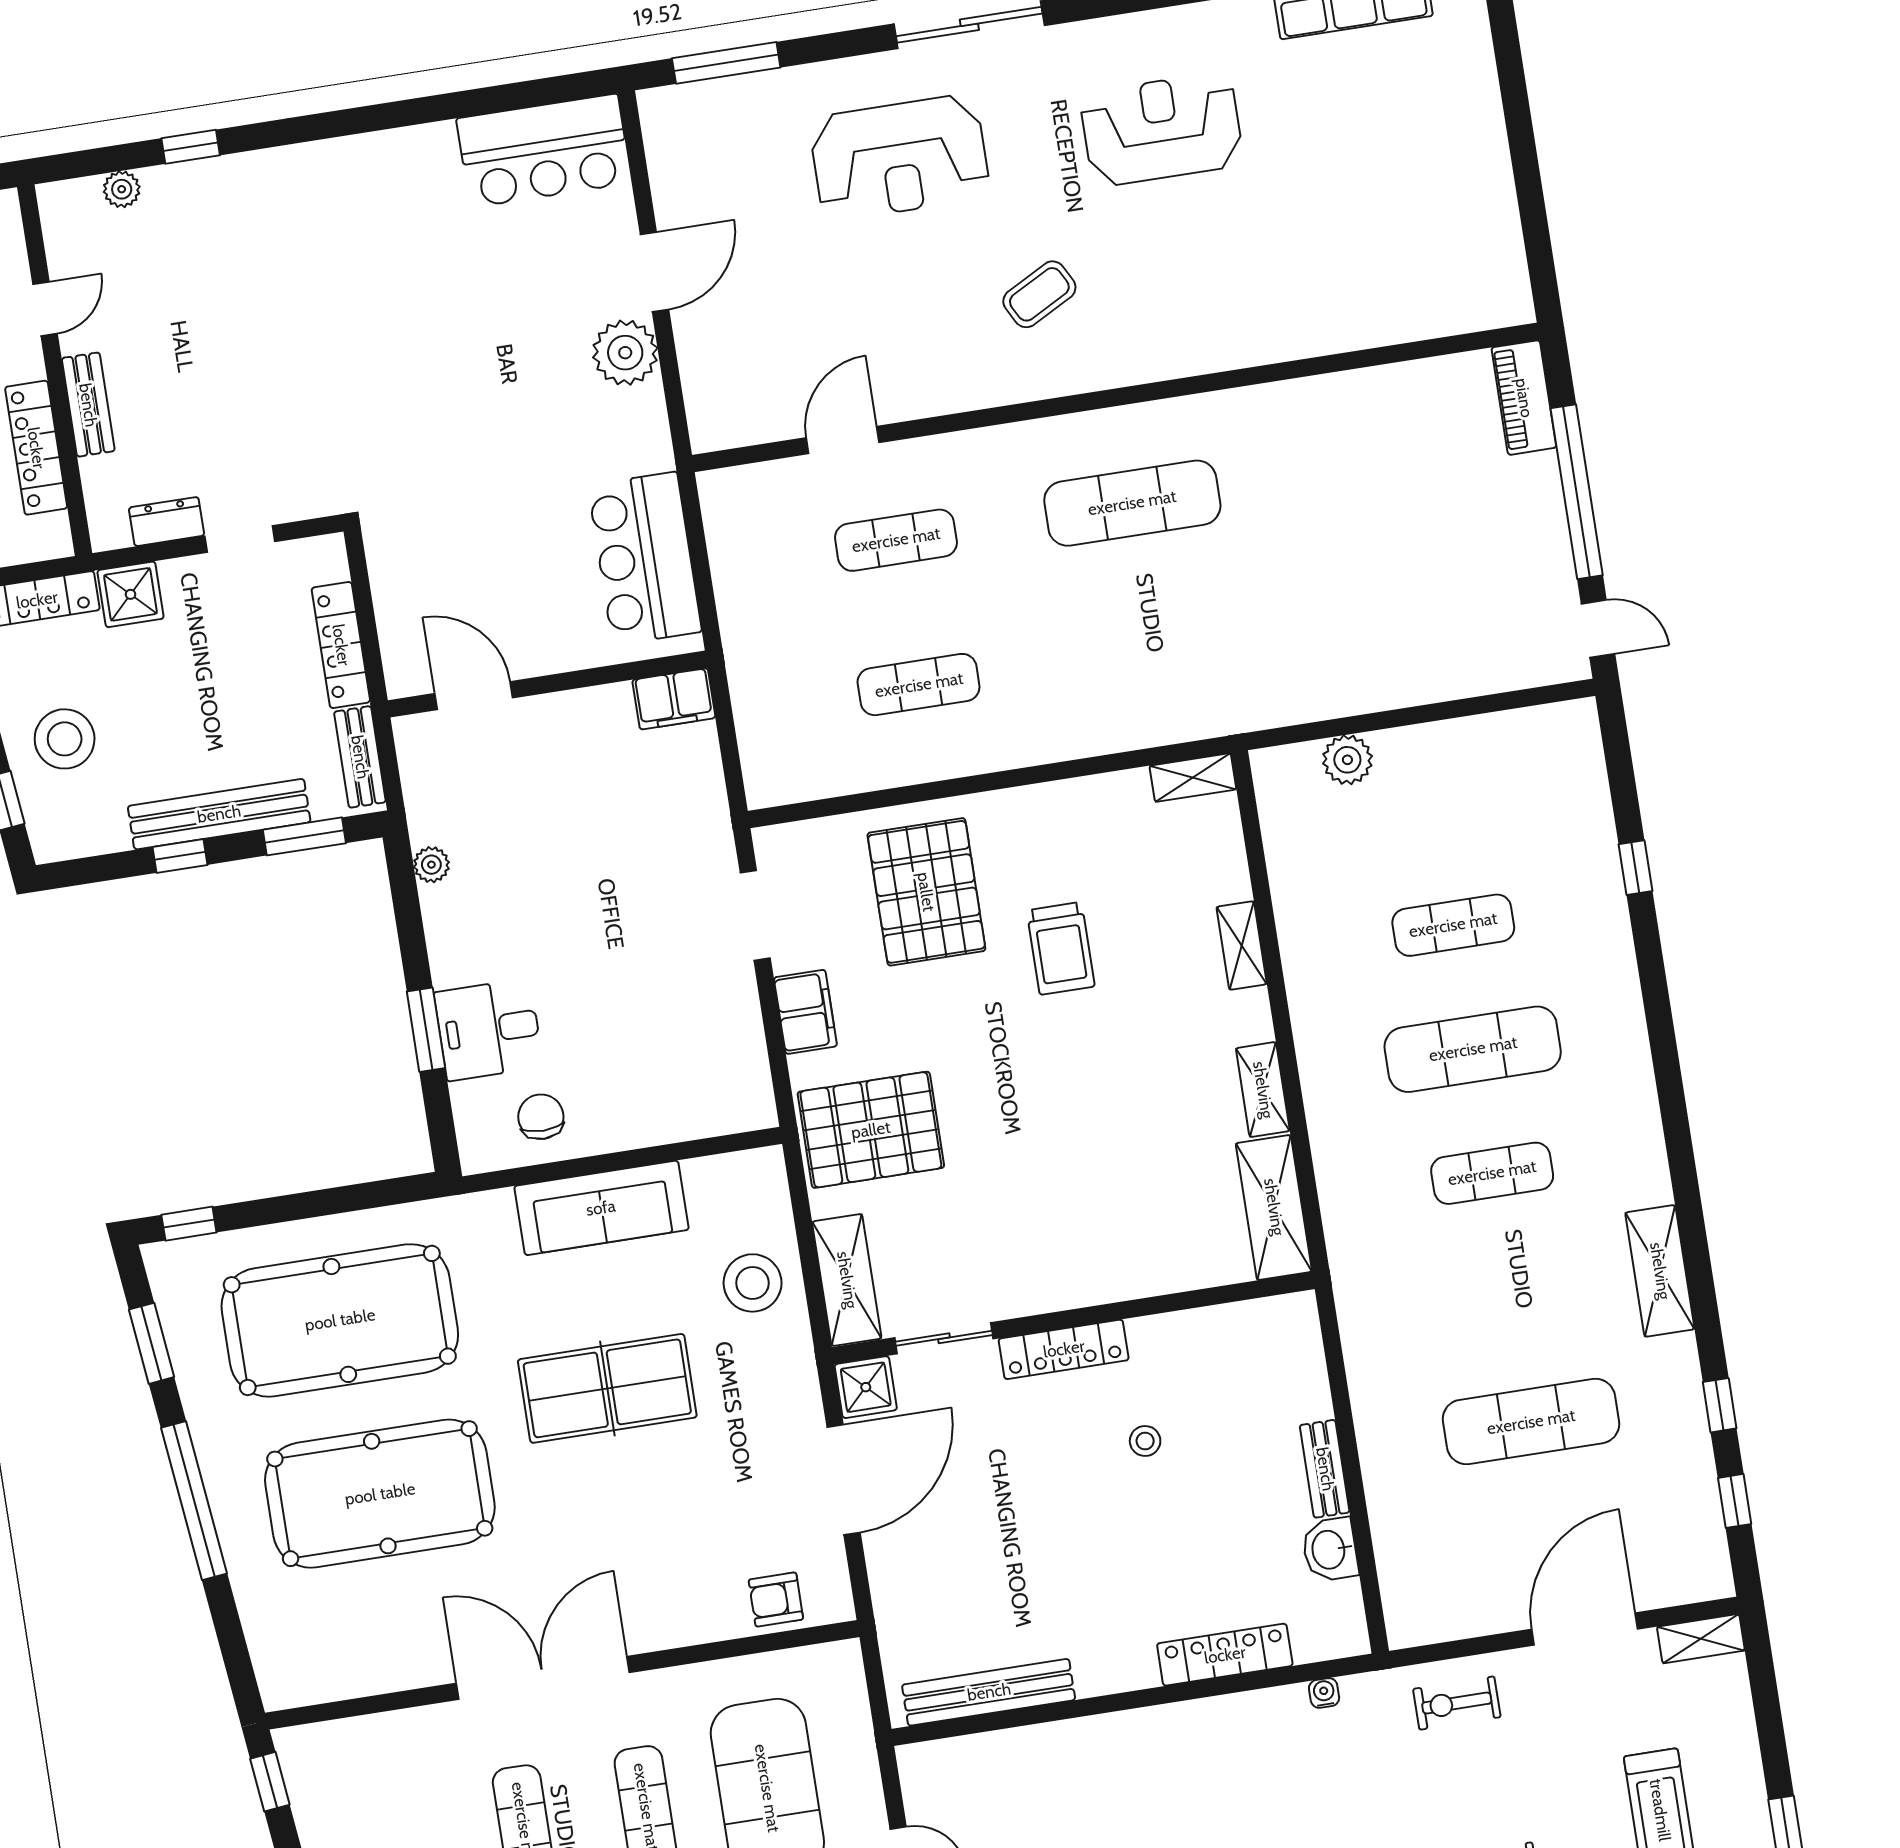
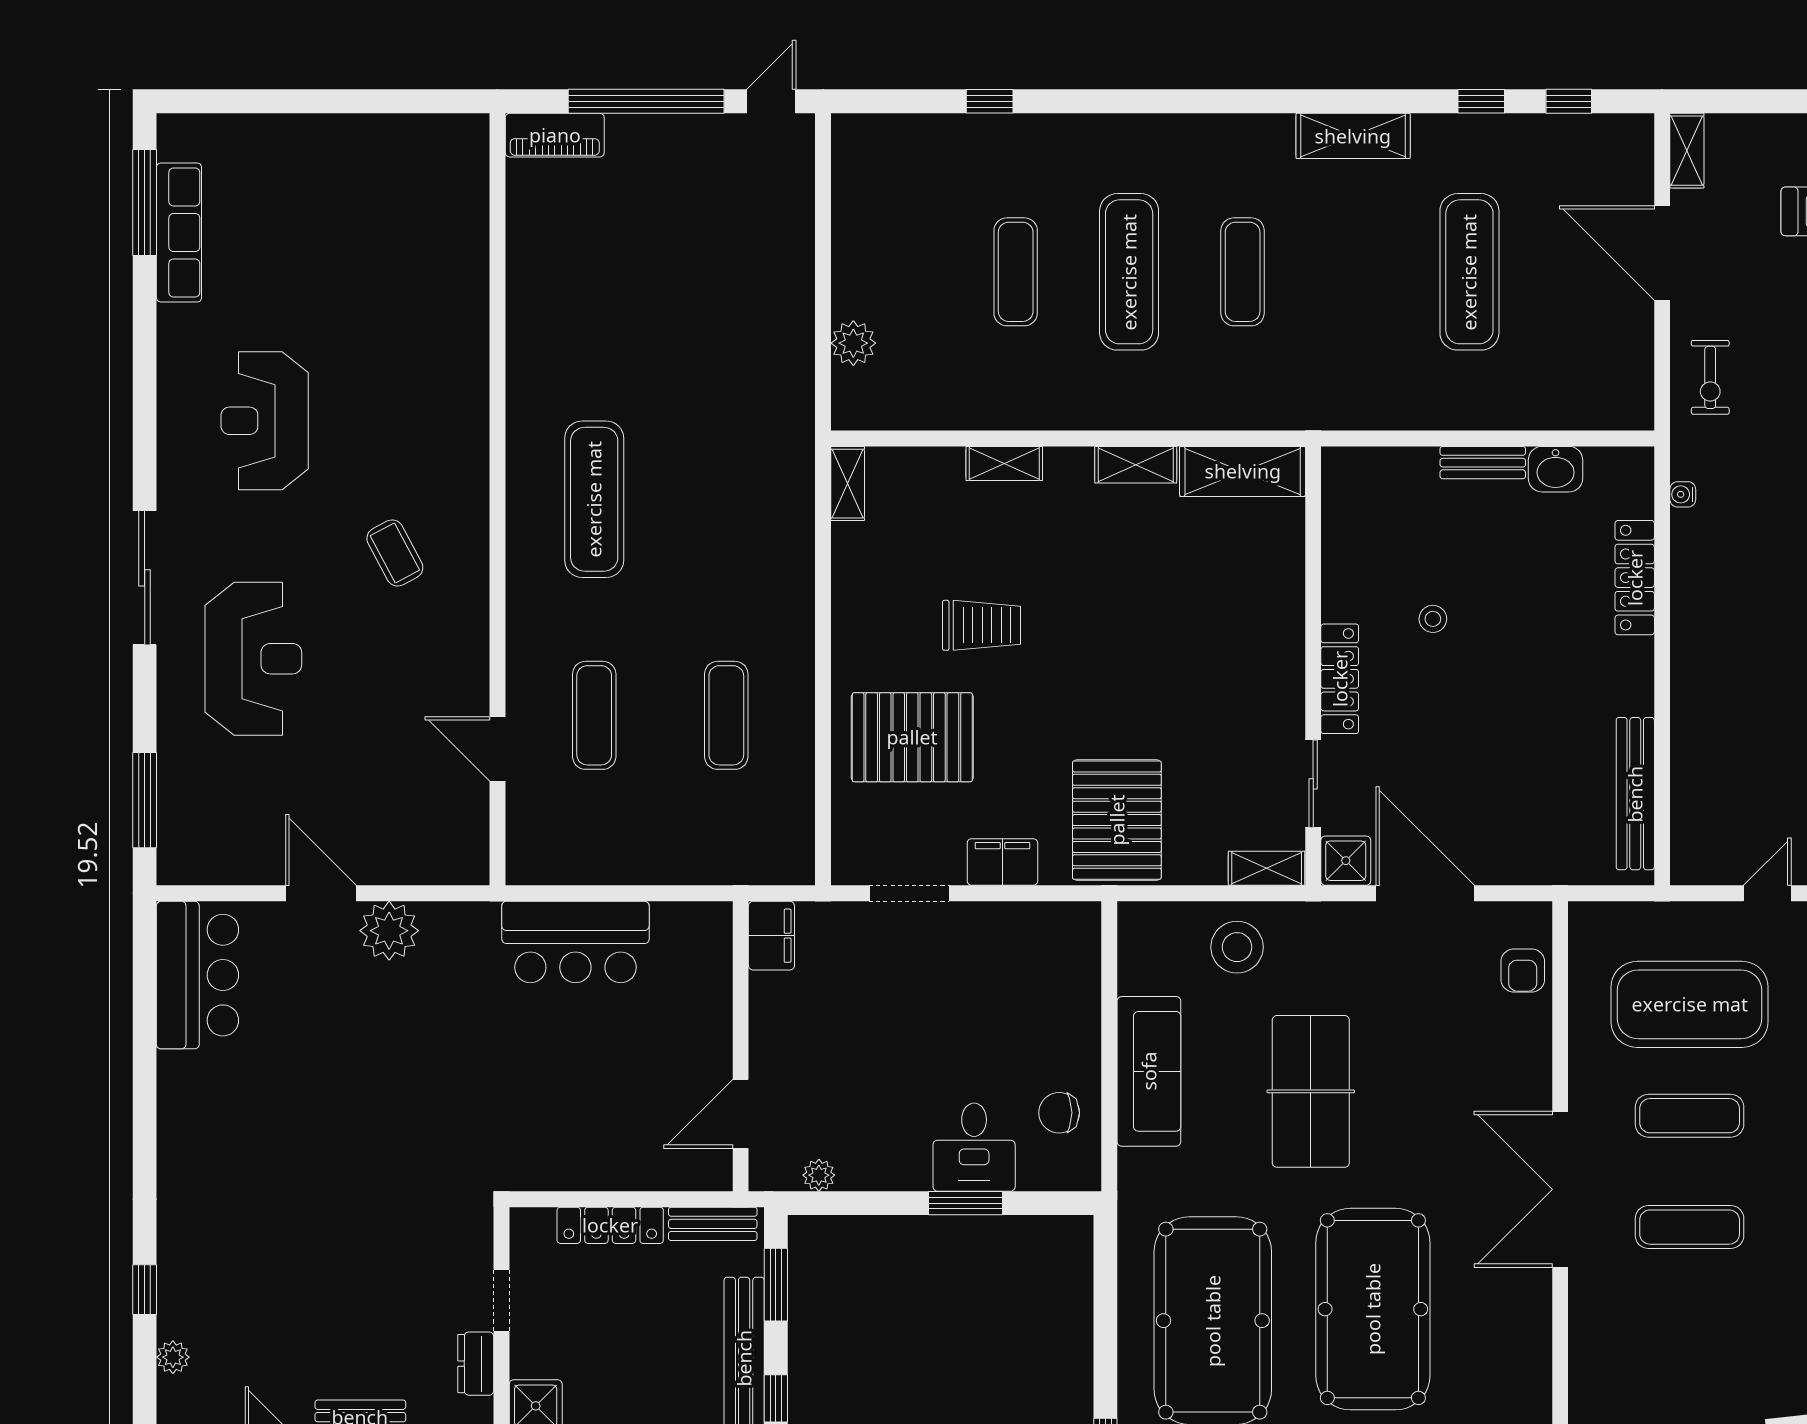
wall: (548, 684) -> (741, 1046), moved
door: (474, 696) -> (741, 1114), moved
filing cabinet: (674, 699) -> (771, 936), moved
shelving: (847, 1280) -> (1267, 868), width x0.67, depth x0.75

